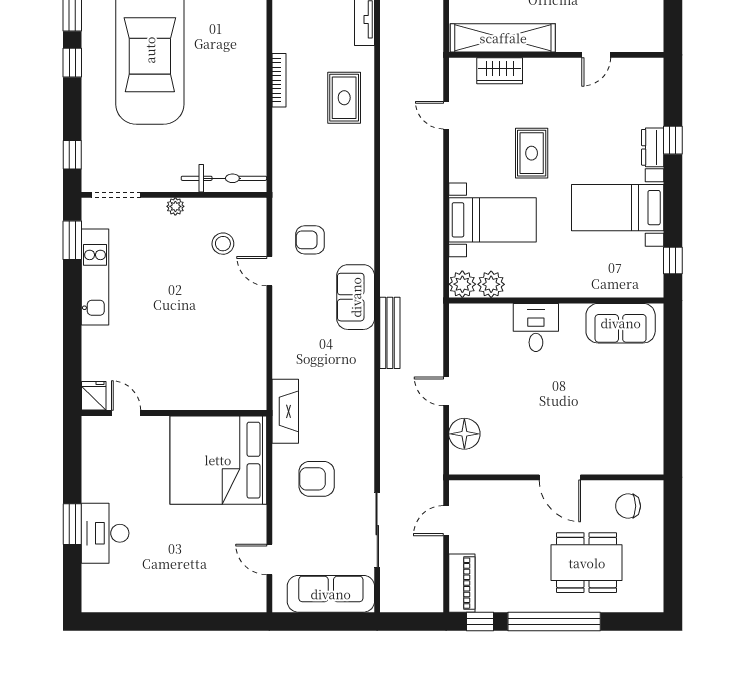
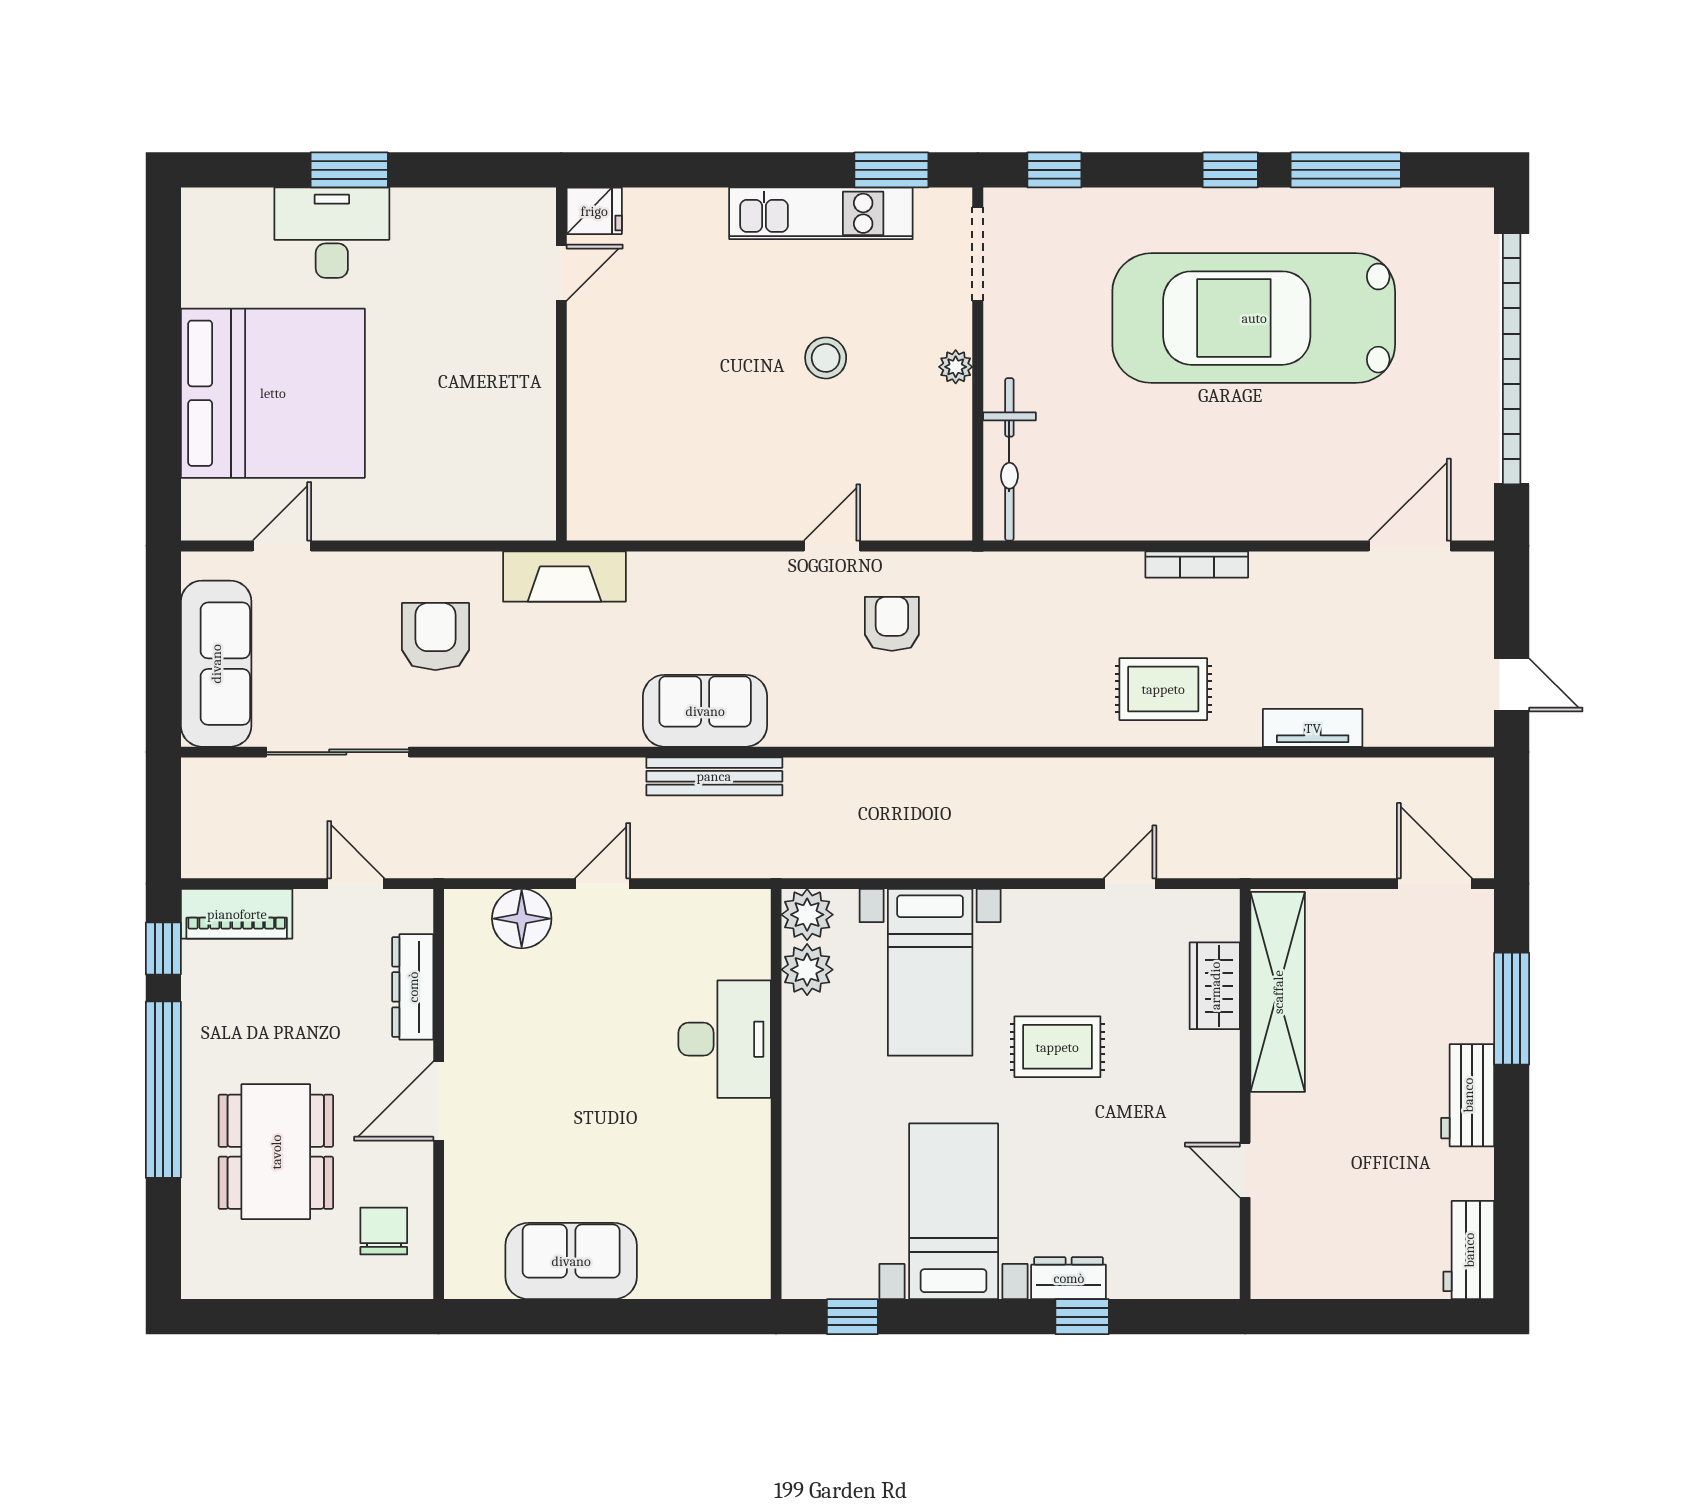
stool: (223, 244) -> (826, 358), moved
sofa: (356, 297) -> (705, 711), moved
sofa: (621, 323) -> (571, 1261), moved, turned 90
desk: (536, 327) -> (725, 1039), width x1.37
bed: (218, 460) -> (273, 393), moved, turned 90
dresser: (500, 491) -> (413, 987), added

